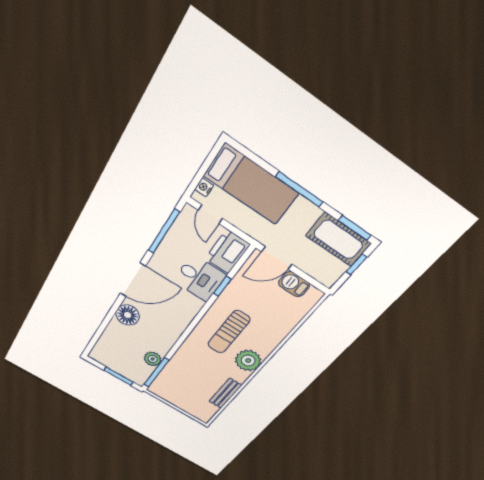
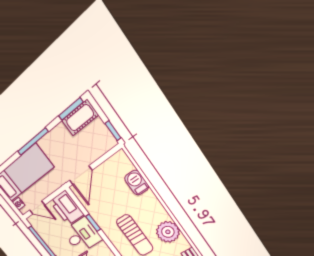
cot: (338, 240) -> (80, 118), width x0.73, depth x0.75
window: (356, 264) -> (113, 131), moved
barbecue: (294, 284) -> (137, 183), moved, turned 90

